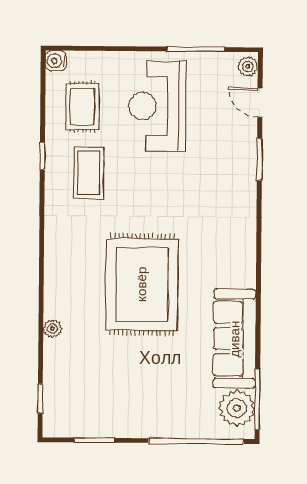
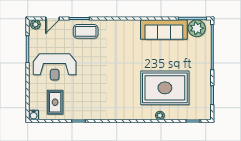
rug: (82, 107) -> (55, 102), turned 90
coffee table: (89, 173) -> (86, 31), moved
rug: (142, 284) -> (165, 88), moved

